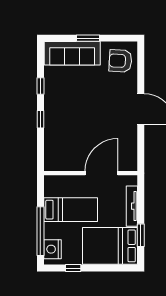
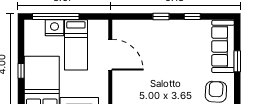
door: (101, 173) -> (110, 55), moved
nightstand: (52, 249) -> (55, 28), moved
window: (73, 268) -> (21, 71), moved

